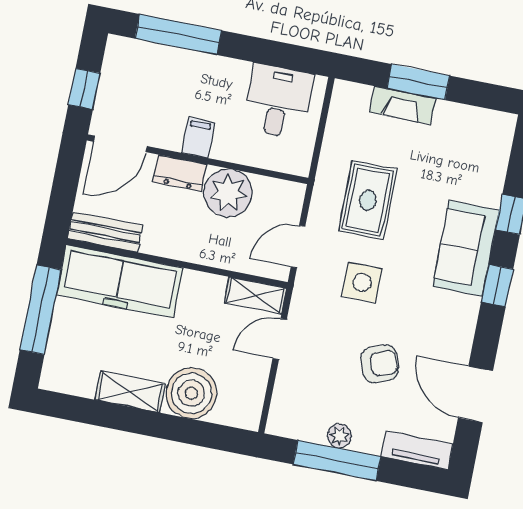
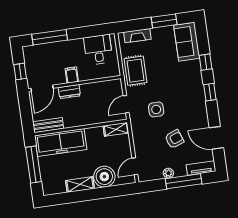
window: (418, 82) -> (164, 21), moved
fireplace: (403, 105) -> (137, 36), moved
plant: (228, 193) -> (91, 93), removed
rug: (368, 200) -> (135, 71), moved
sofa: (466, 248) -> (187, 42), moved
door: (280, 339) -> (135, 166), moved
window: (337, 460) -> (184, 181), moved

